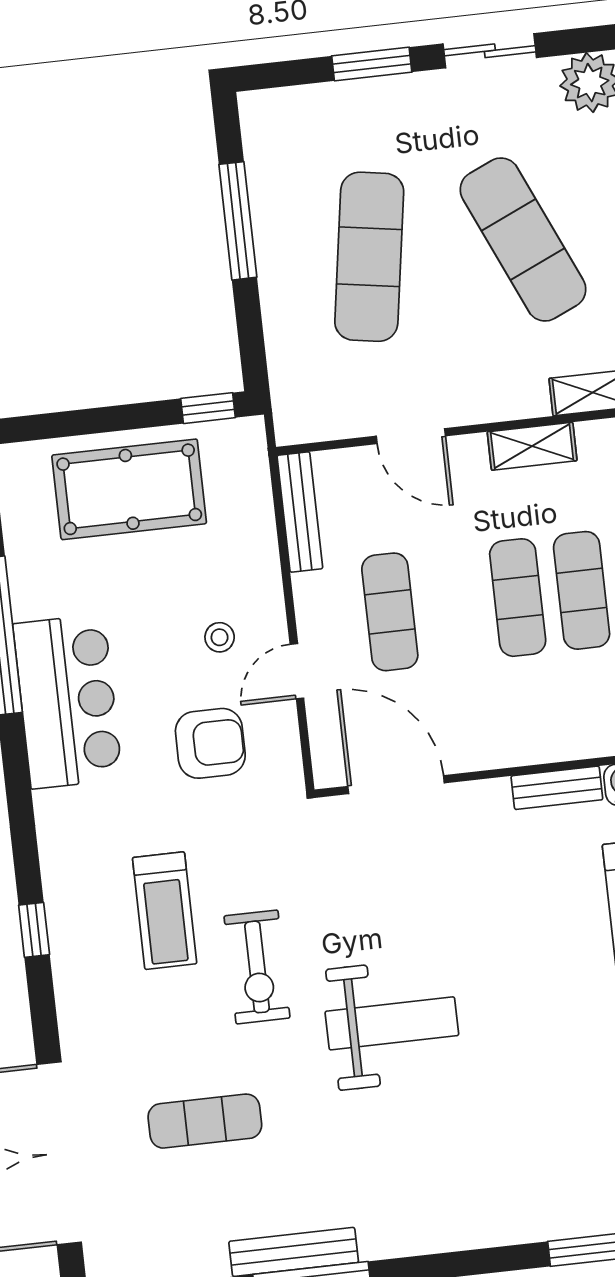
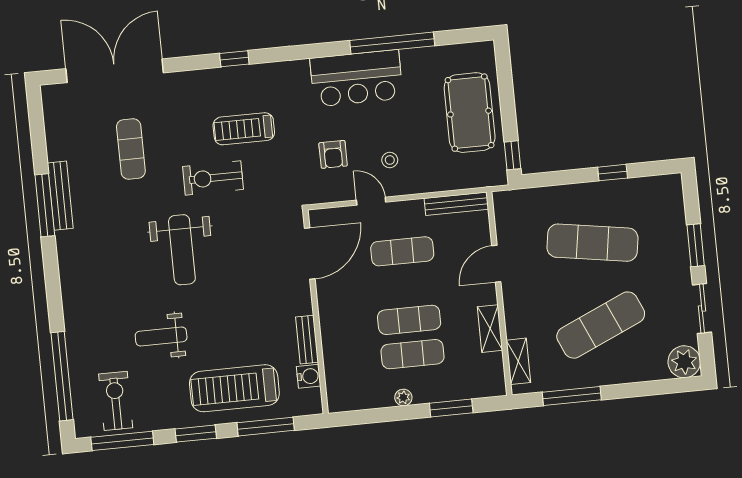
window: (238, 221) -> (613, 173), width x0.46
armchair: (210, 743) -> (333, 154), width x0.72, depth x0.72
weight bench: (554, 1060) -> (161, 336), added

